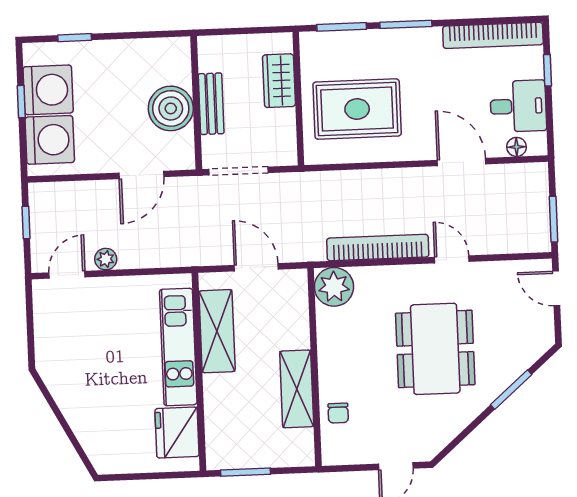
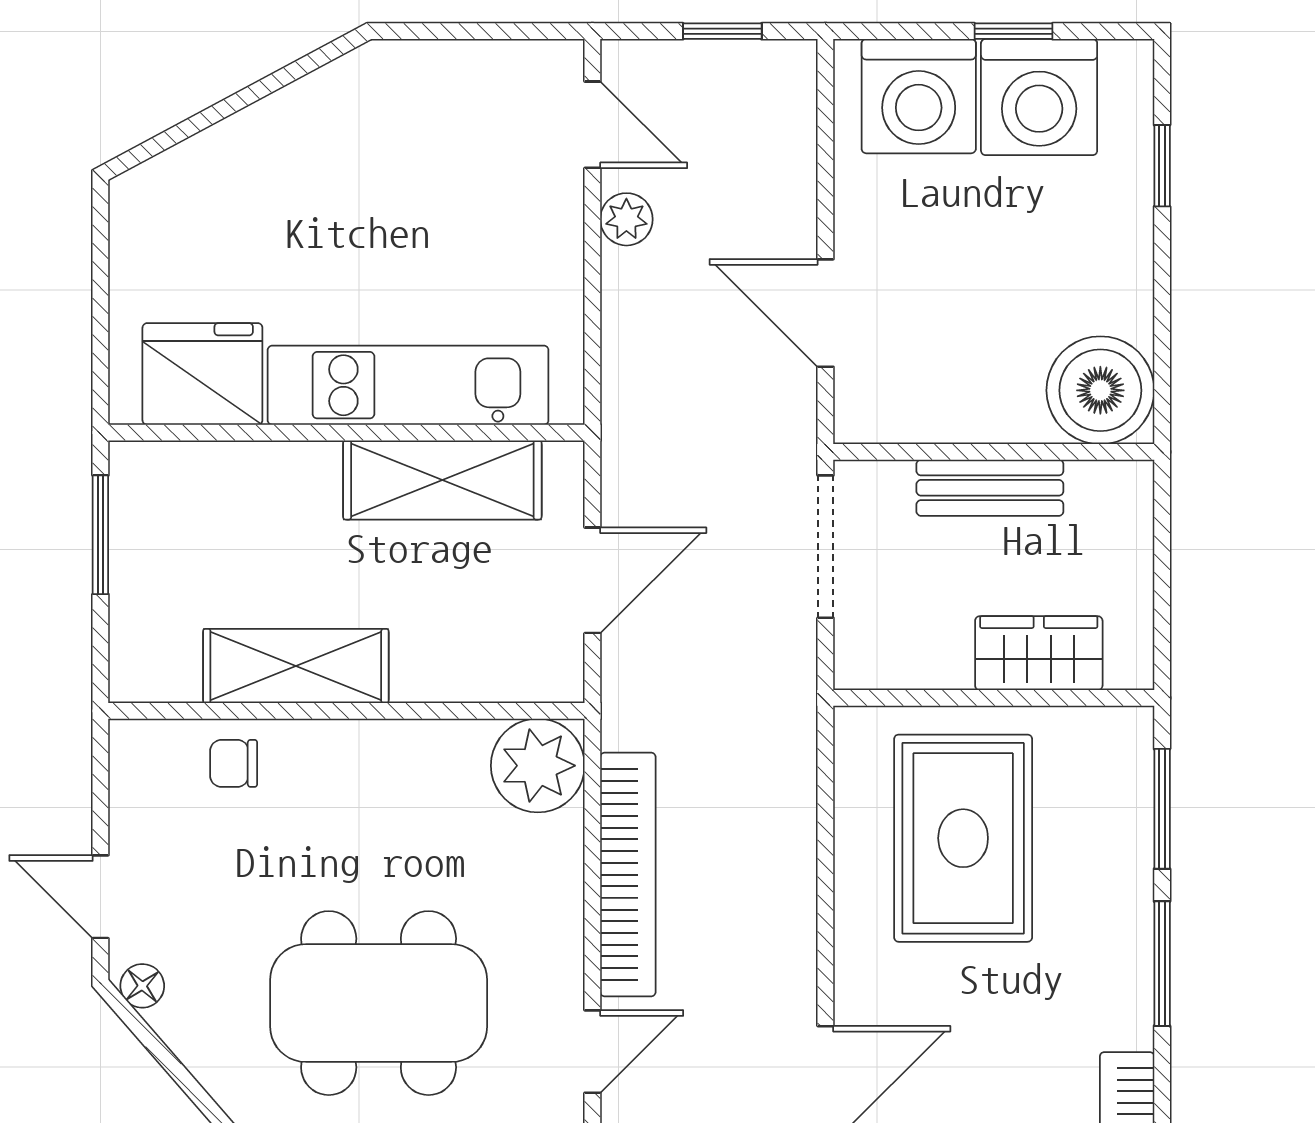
boiler: (171, 108) -> (1100, 390), moved
floor lamp: (432, 447) -> (142, 986), added

